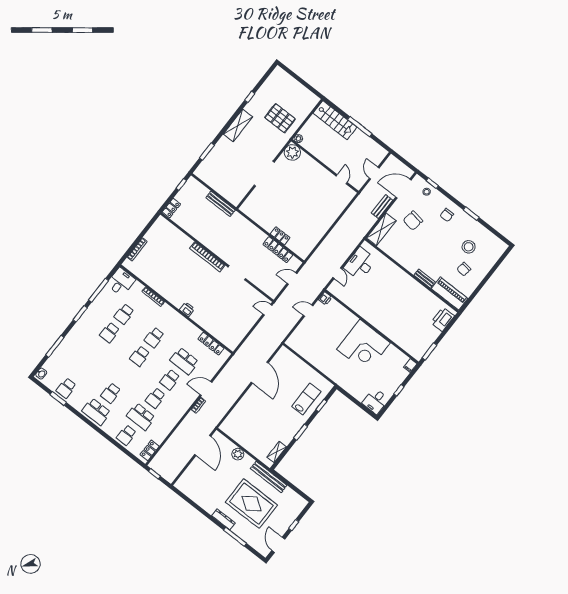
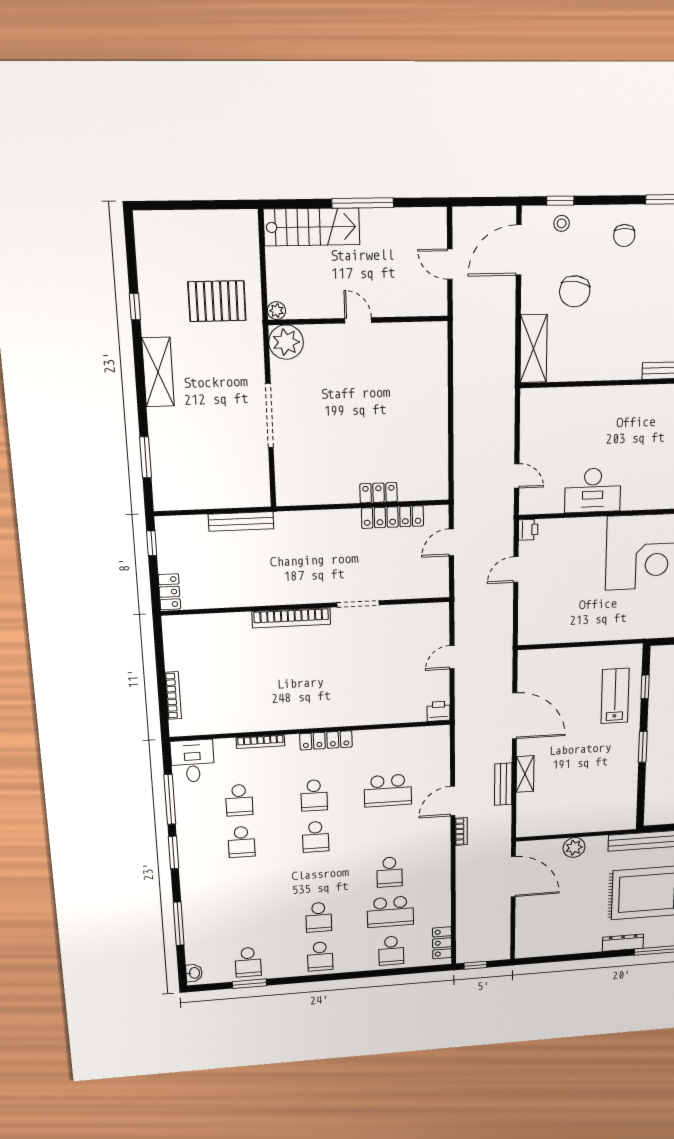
door: (342, 179) -> (358, 320), moved
bench: (382, 207) -> (503, 784), moved
desk: (360, 264) -> (593, 490), moved, turned -90
printer: (187, 309) -> (439, 711), moved
door: (267, 310) -> (452, 657), moved
locker: (211, 344) -> (326, 740), moved
school desk: (170, 380) -> (389, 832), removed
school desk: (96, 412) -> (320, 956), width x0.54
shelving: (277, 452) -> (525, 774), moved

